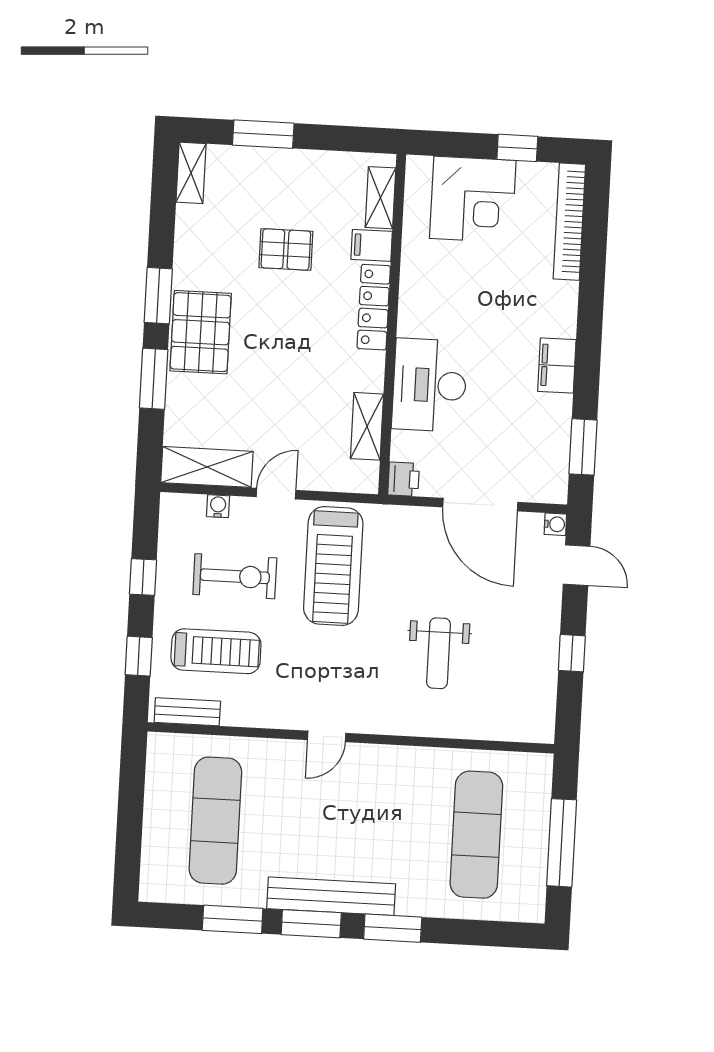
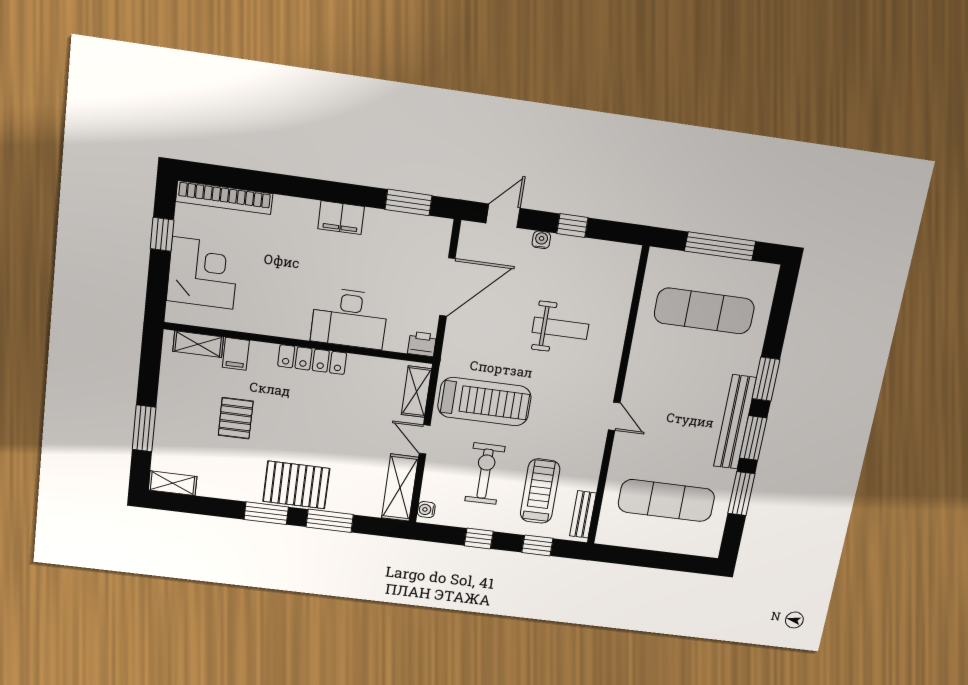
locker: (374, 307) -> (312, 360), moved
shelving: (367, 426) -> (416, 392), moved, turned 90
water cooler: (218, 506) -> (426, 510), moved
water cooler: (555, 524) -> (541, 240), moved

